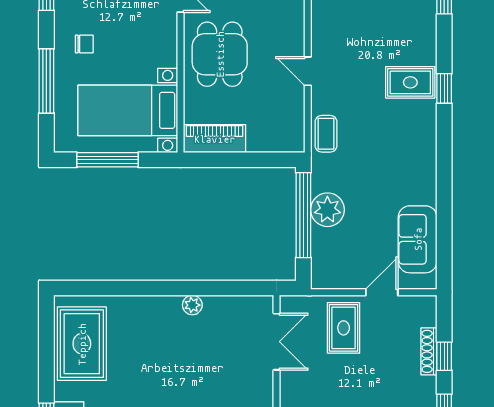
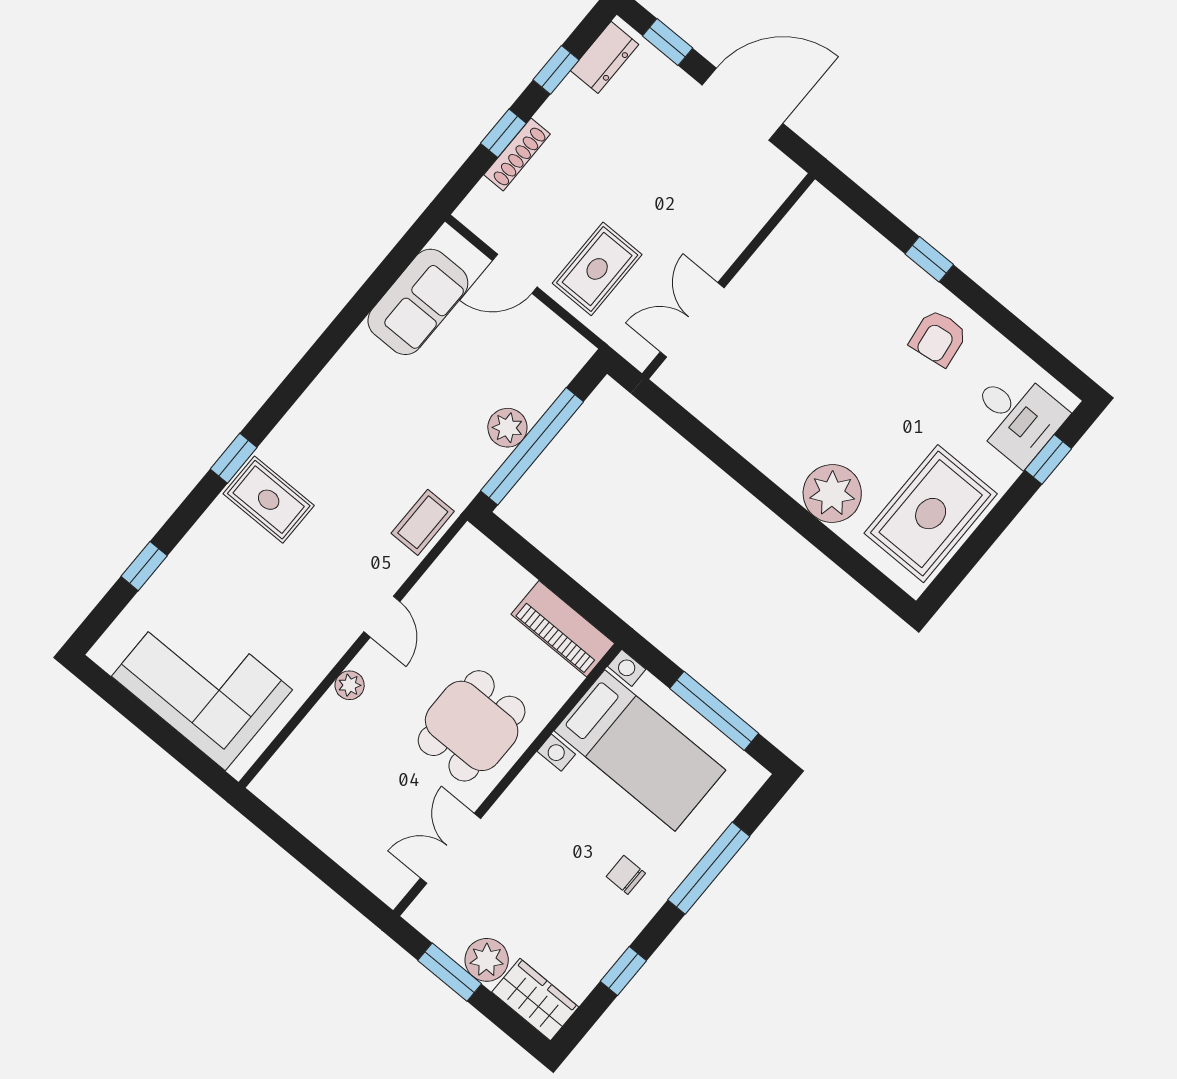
plant: (296, 25) -> (350, 685), added
plant: (327, 210) -> (507, 428), width x0.73, depth x0.73
plant: (192, 305) -> (832, 493), moved, width x1.88, depth x1.88

